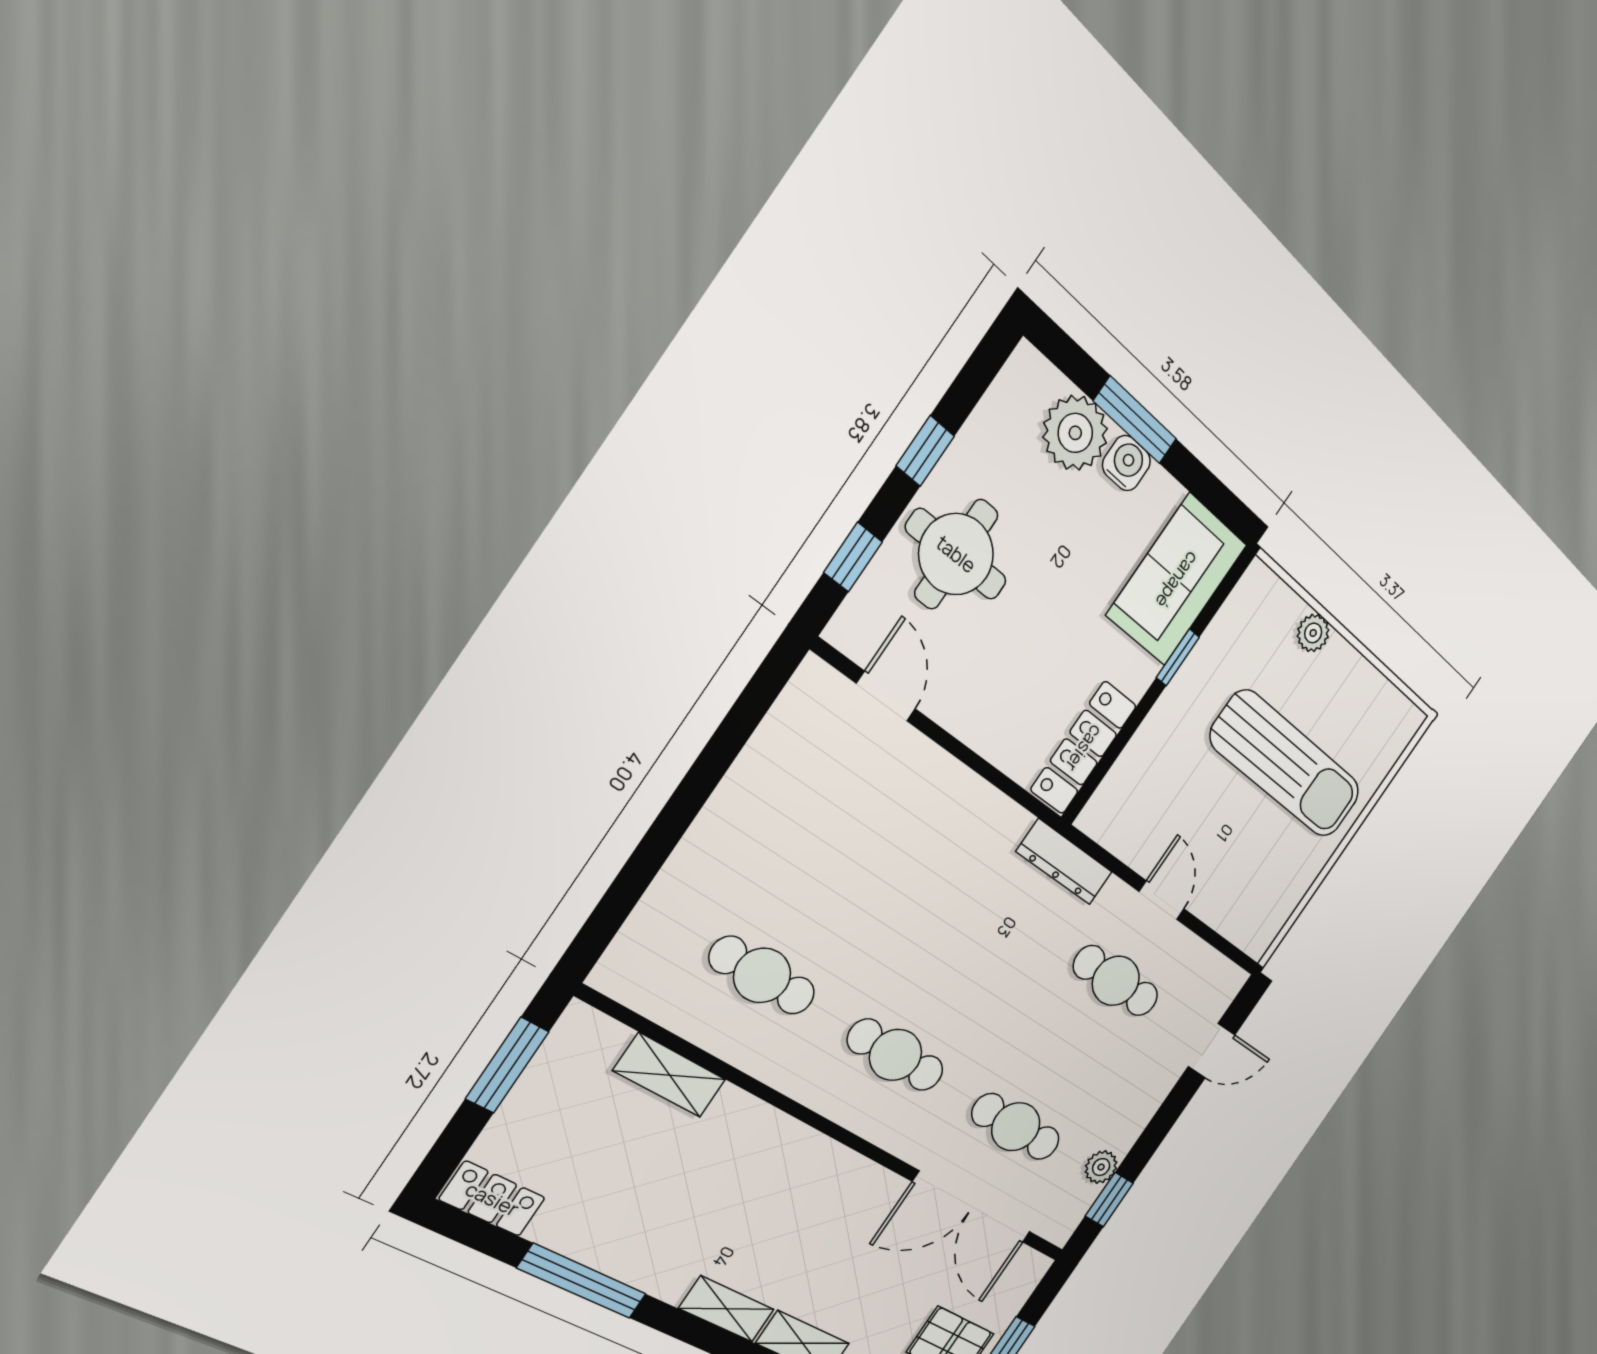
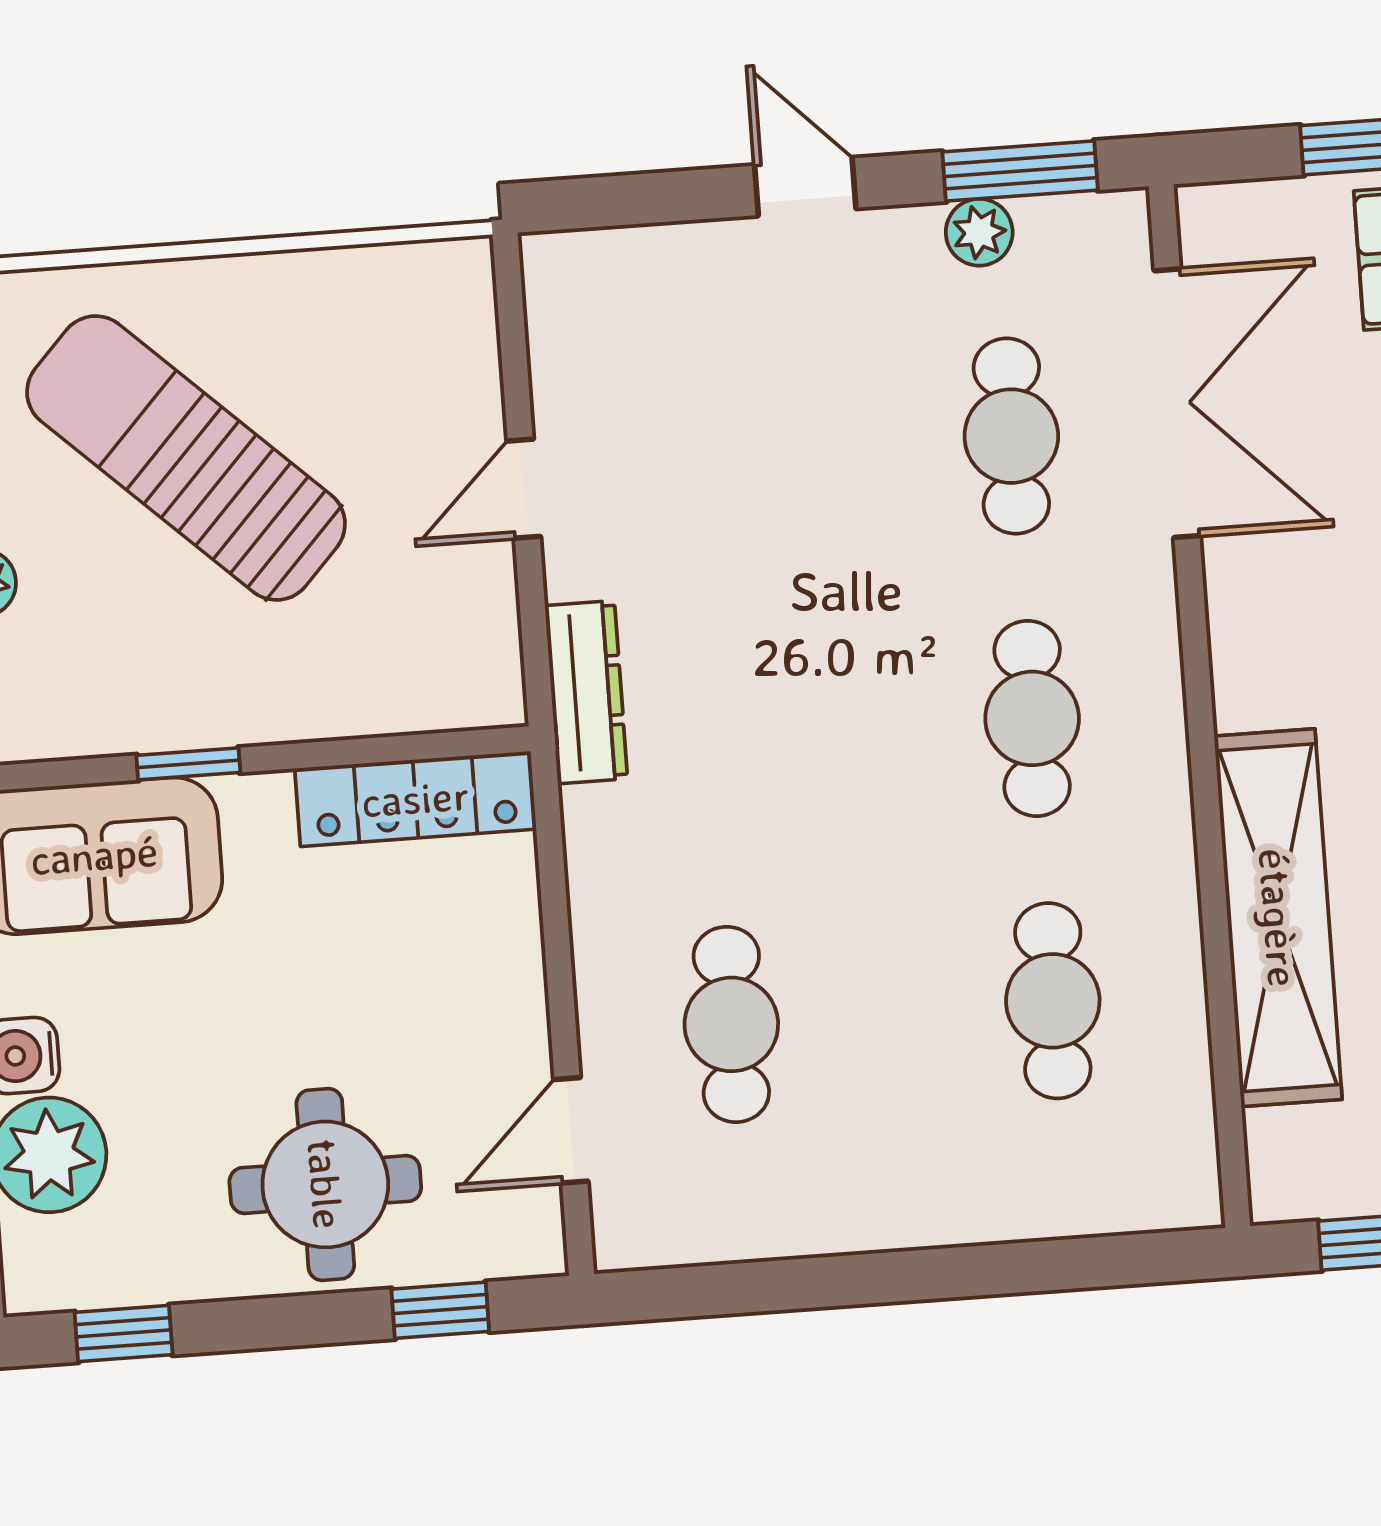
window: (925, 451) -> (124, 1333), moved
sun lounger: (1286, 765) -> (186, 458), turned -47
cafe table: (1116, 981) -> (731, 1024), moved
door: (1212, 1051) -> (805, 187), moved
shelving: (670, 1075) -> (1278, 918), width x2.20, depth x1.33
window: (1109, 1200) -> (1020, 171), width x1.50

